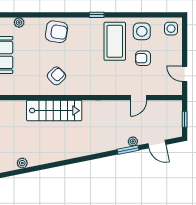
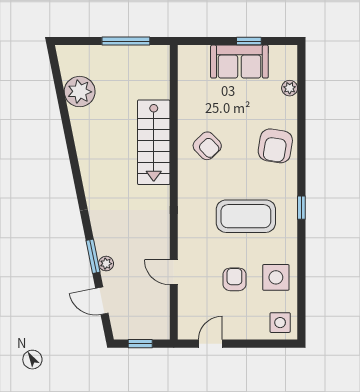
coffee table: (115, 41) -> (246, 216), moved
door: (157, 144) -> (102, 301), hinge flipped
plant: (22, 163) -> (80, 92), width x1.87, depth x1.87

